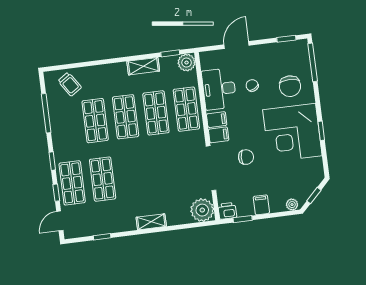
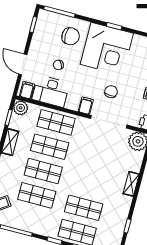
filing cabinet: (217, 120) -> (27, 90), moved

